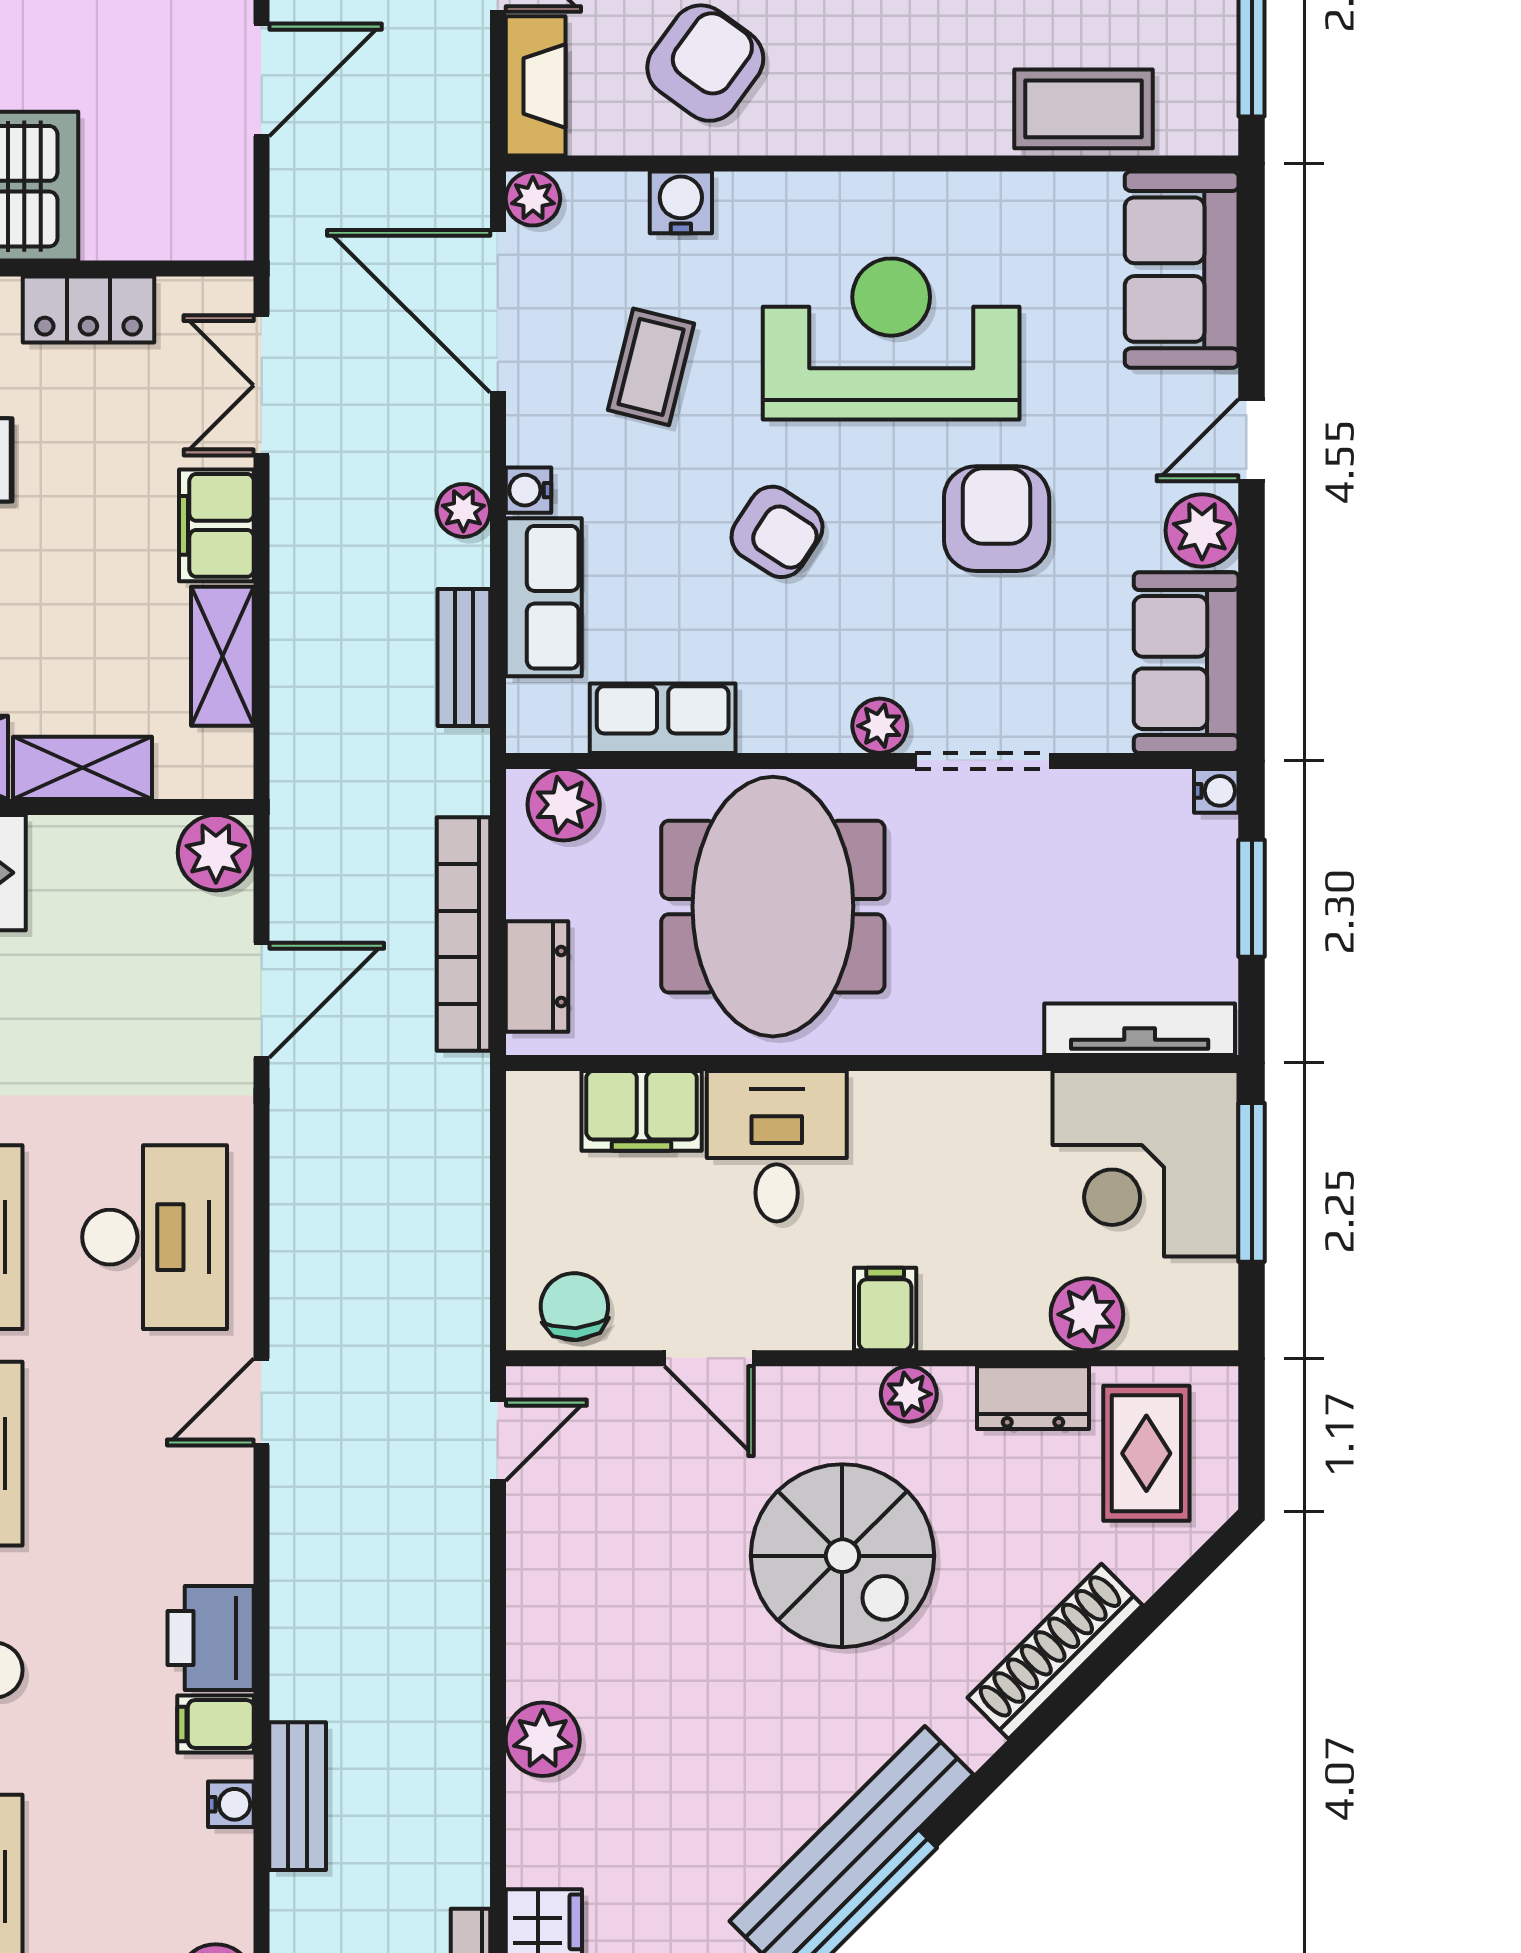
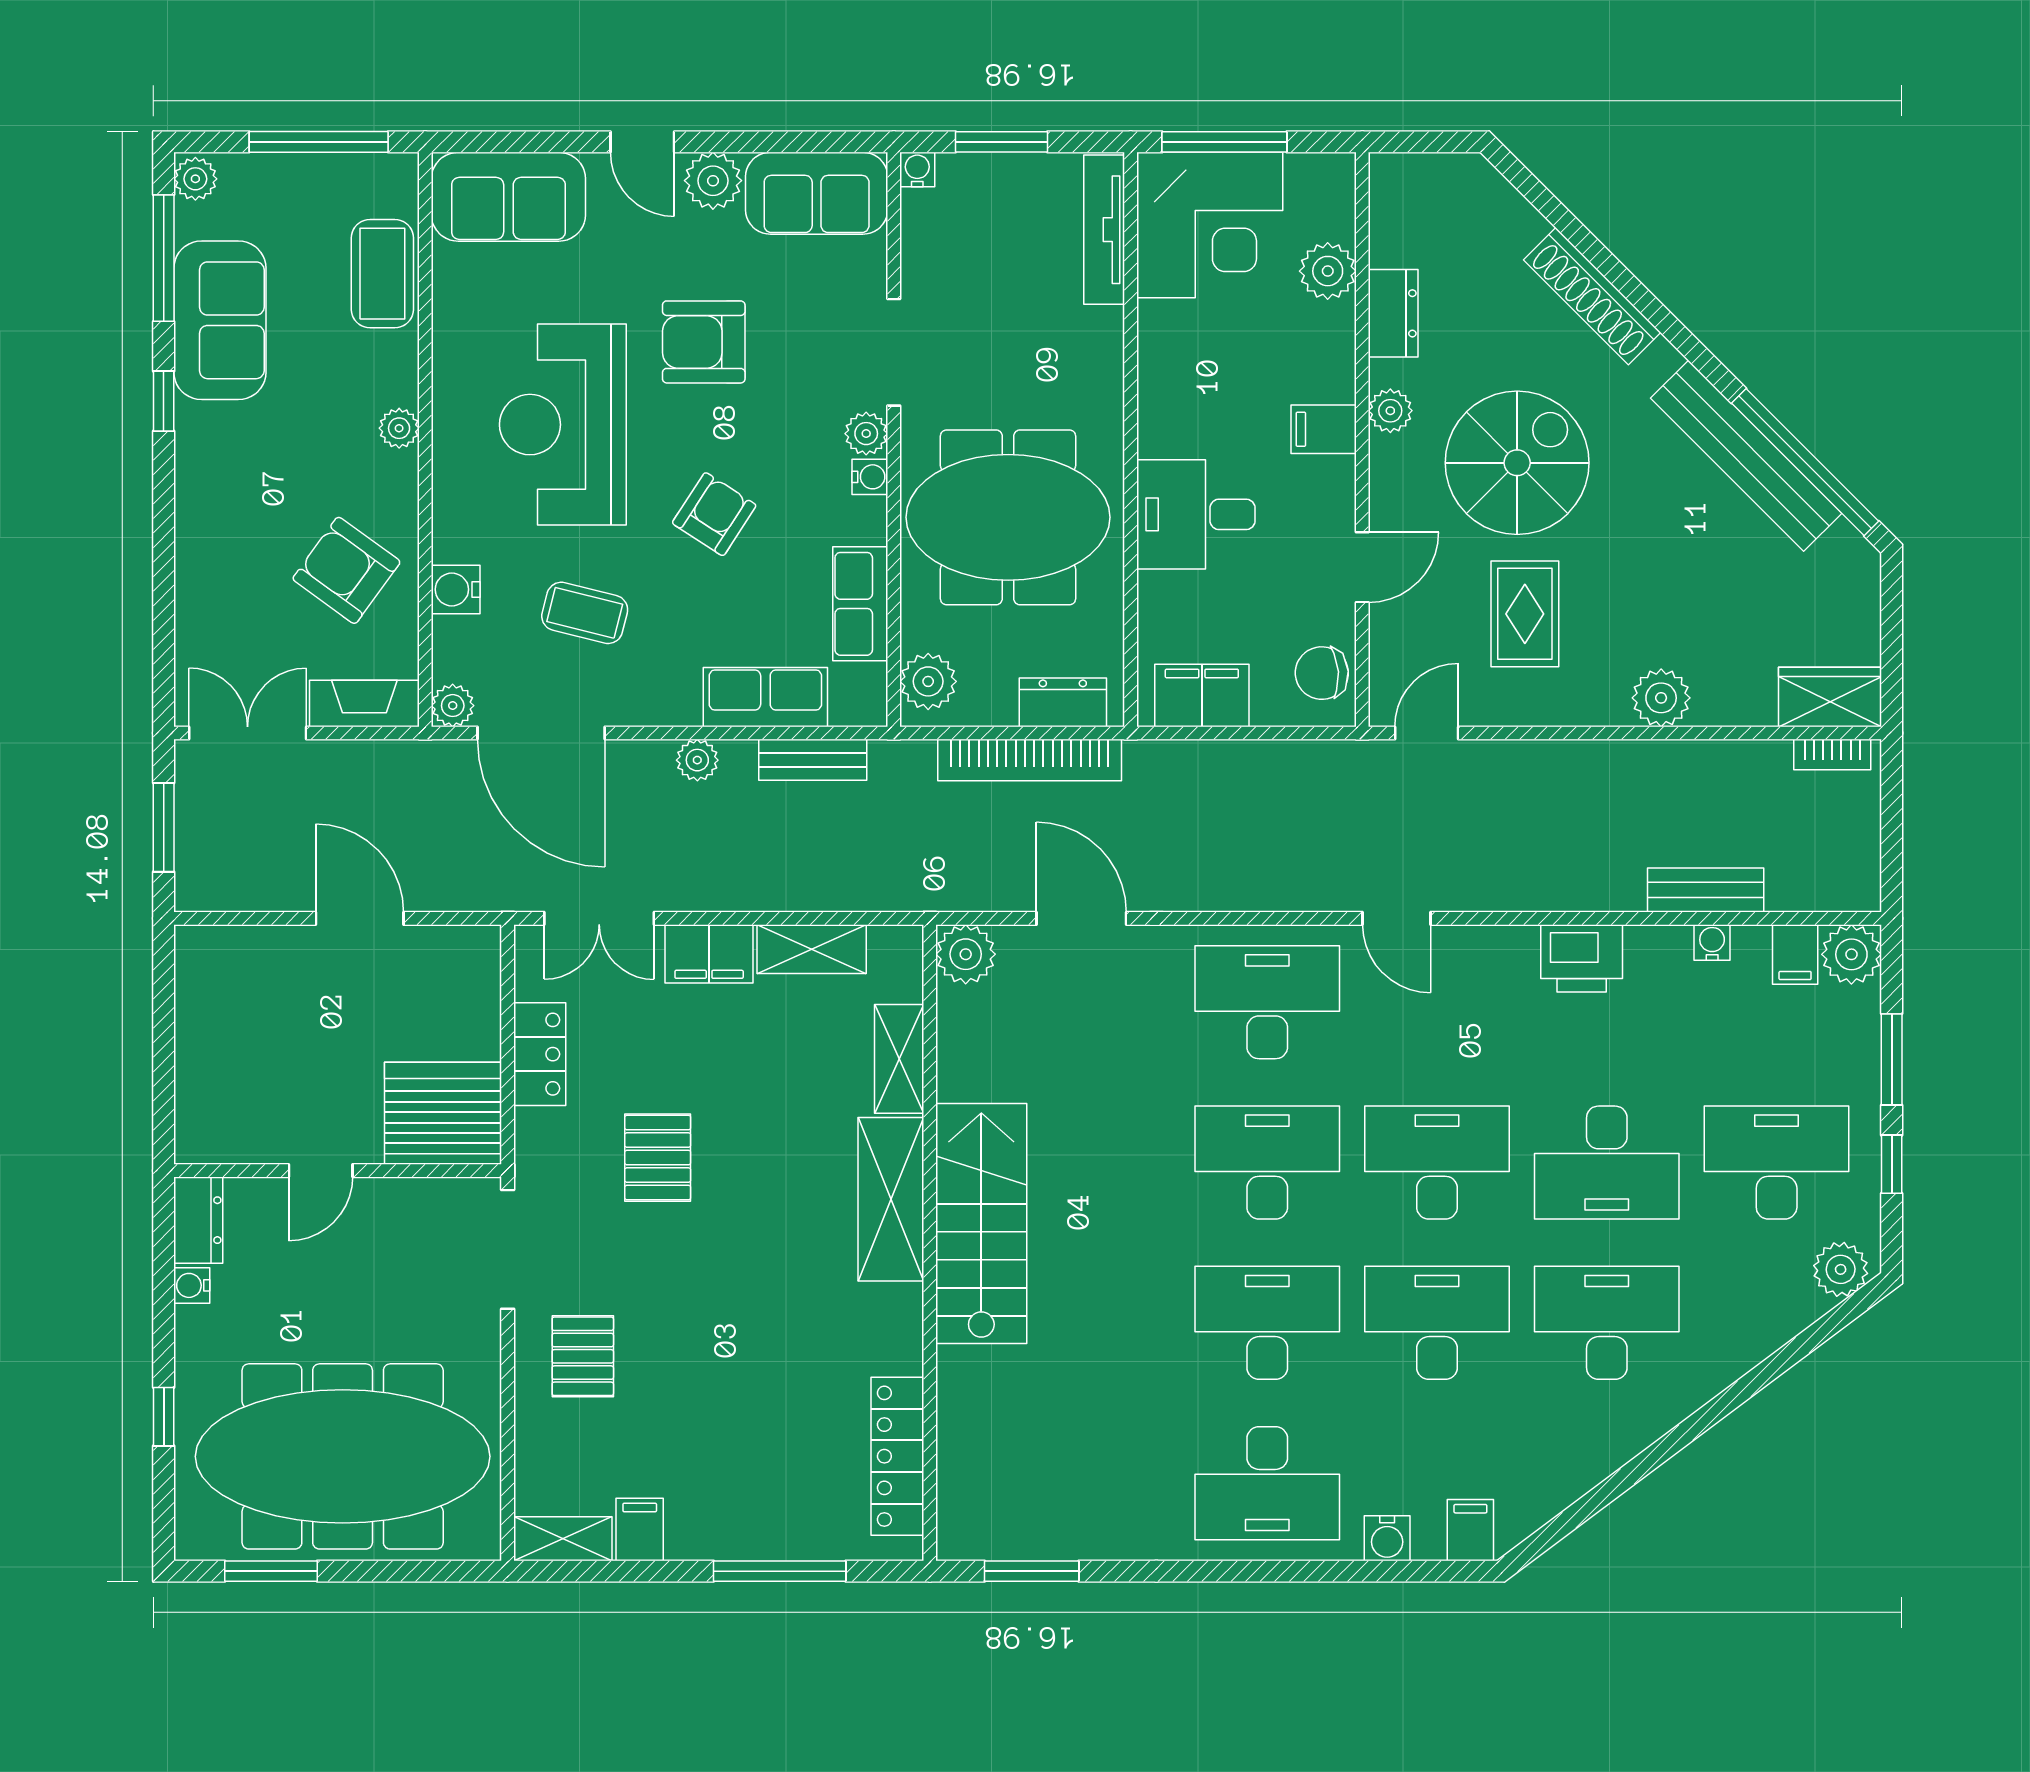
plant: (886, 130) -> (399, 428), added
door: (498, 311) -> (541, 733), hinge flipped
water cooler: (528, 490) -> (870, 477), moved, turned -90
filing cabinet: (642, 1111) -> (1202, 695), moved, turned -90
door: (498, 1440) -> (1427, 733), hinge flipped
rug: (1146, 1453) -> (1525, 614), moved, turned 90
filing cabinet: (215, 1724) -> (1795, 954), moved

